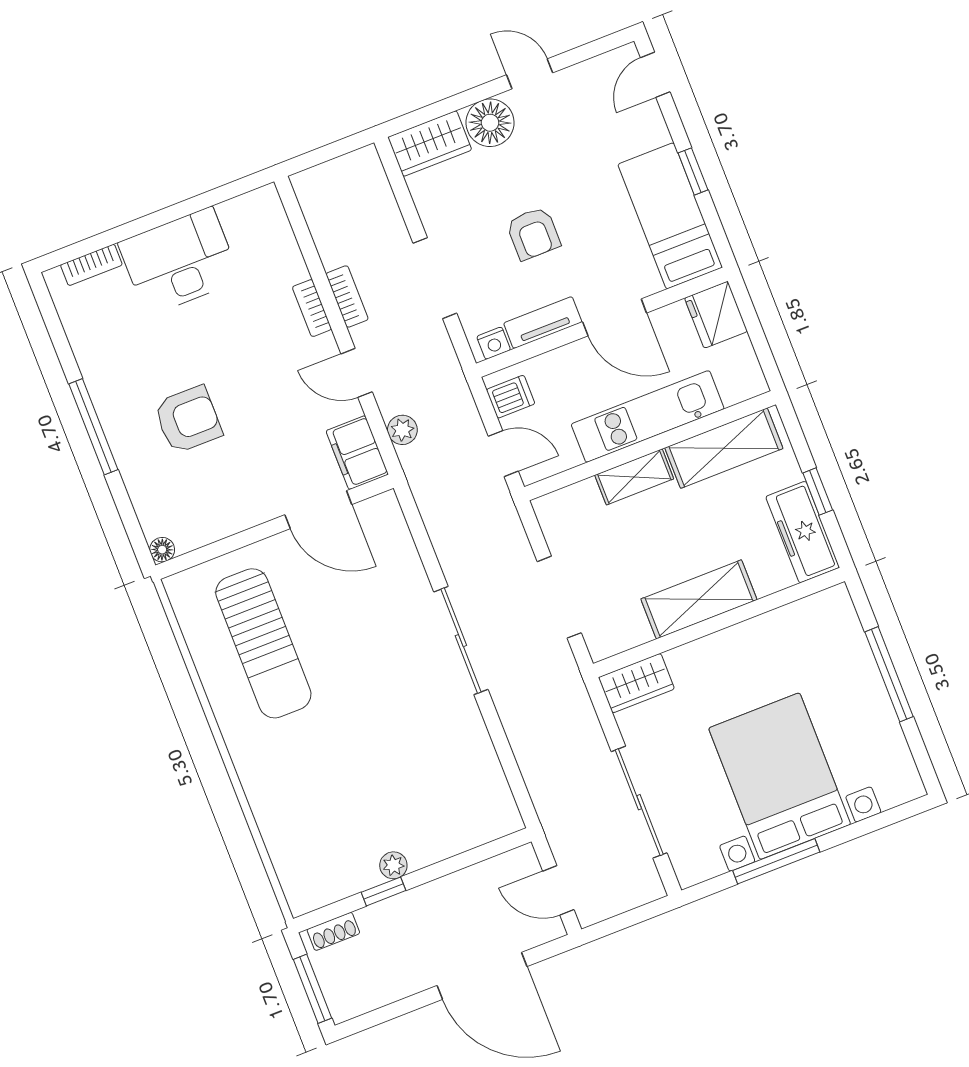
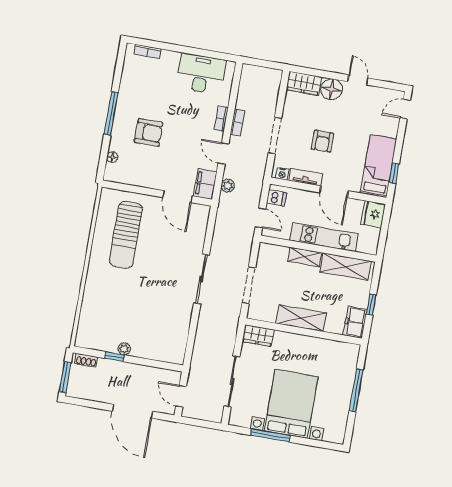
window: (693, 171) -> (394, 173), moved
desk: (179, 261) -> (201, 74), moved
freezer: (803, 532) -> (355, 322), width x0.71
floor lamp: (162, 550) -> (112, 157), moved

